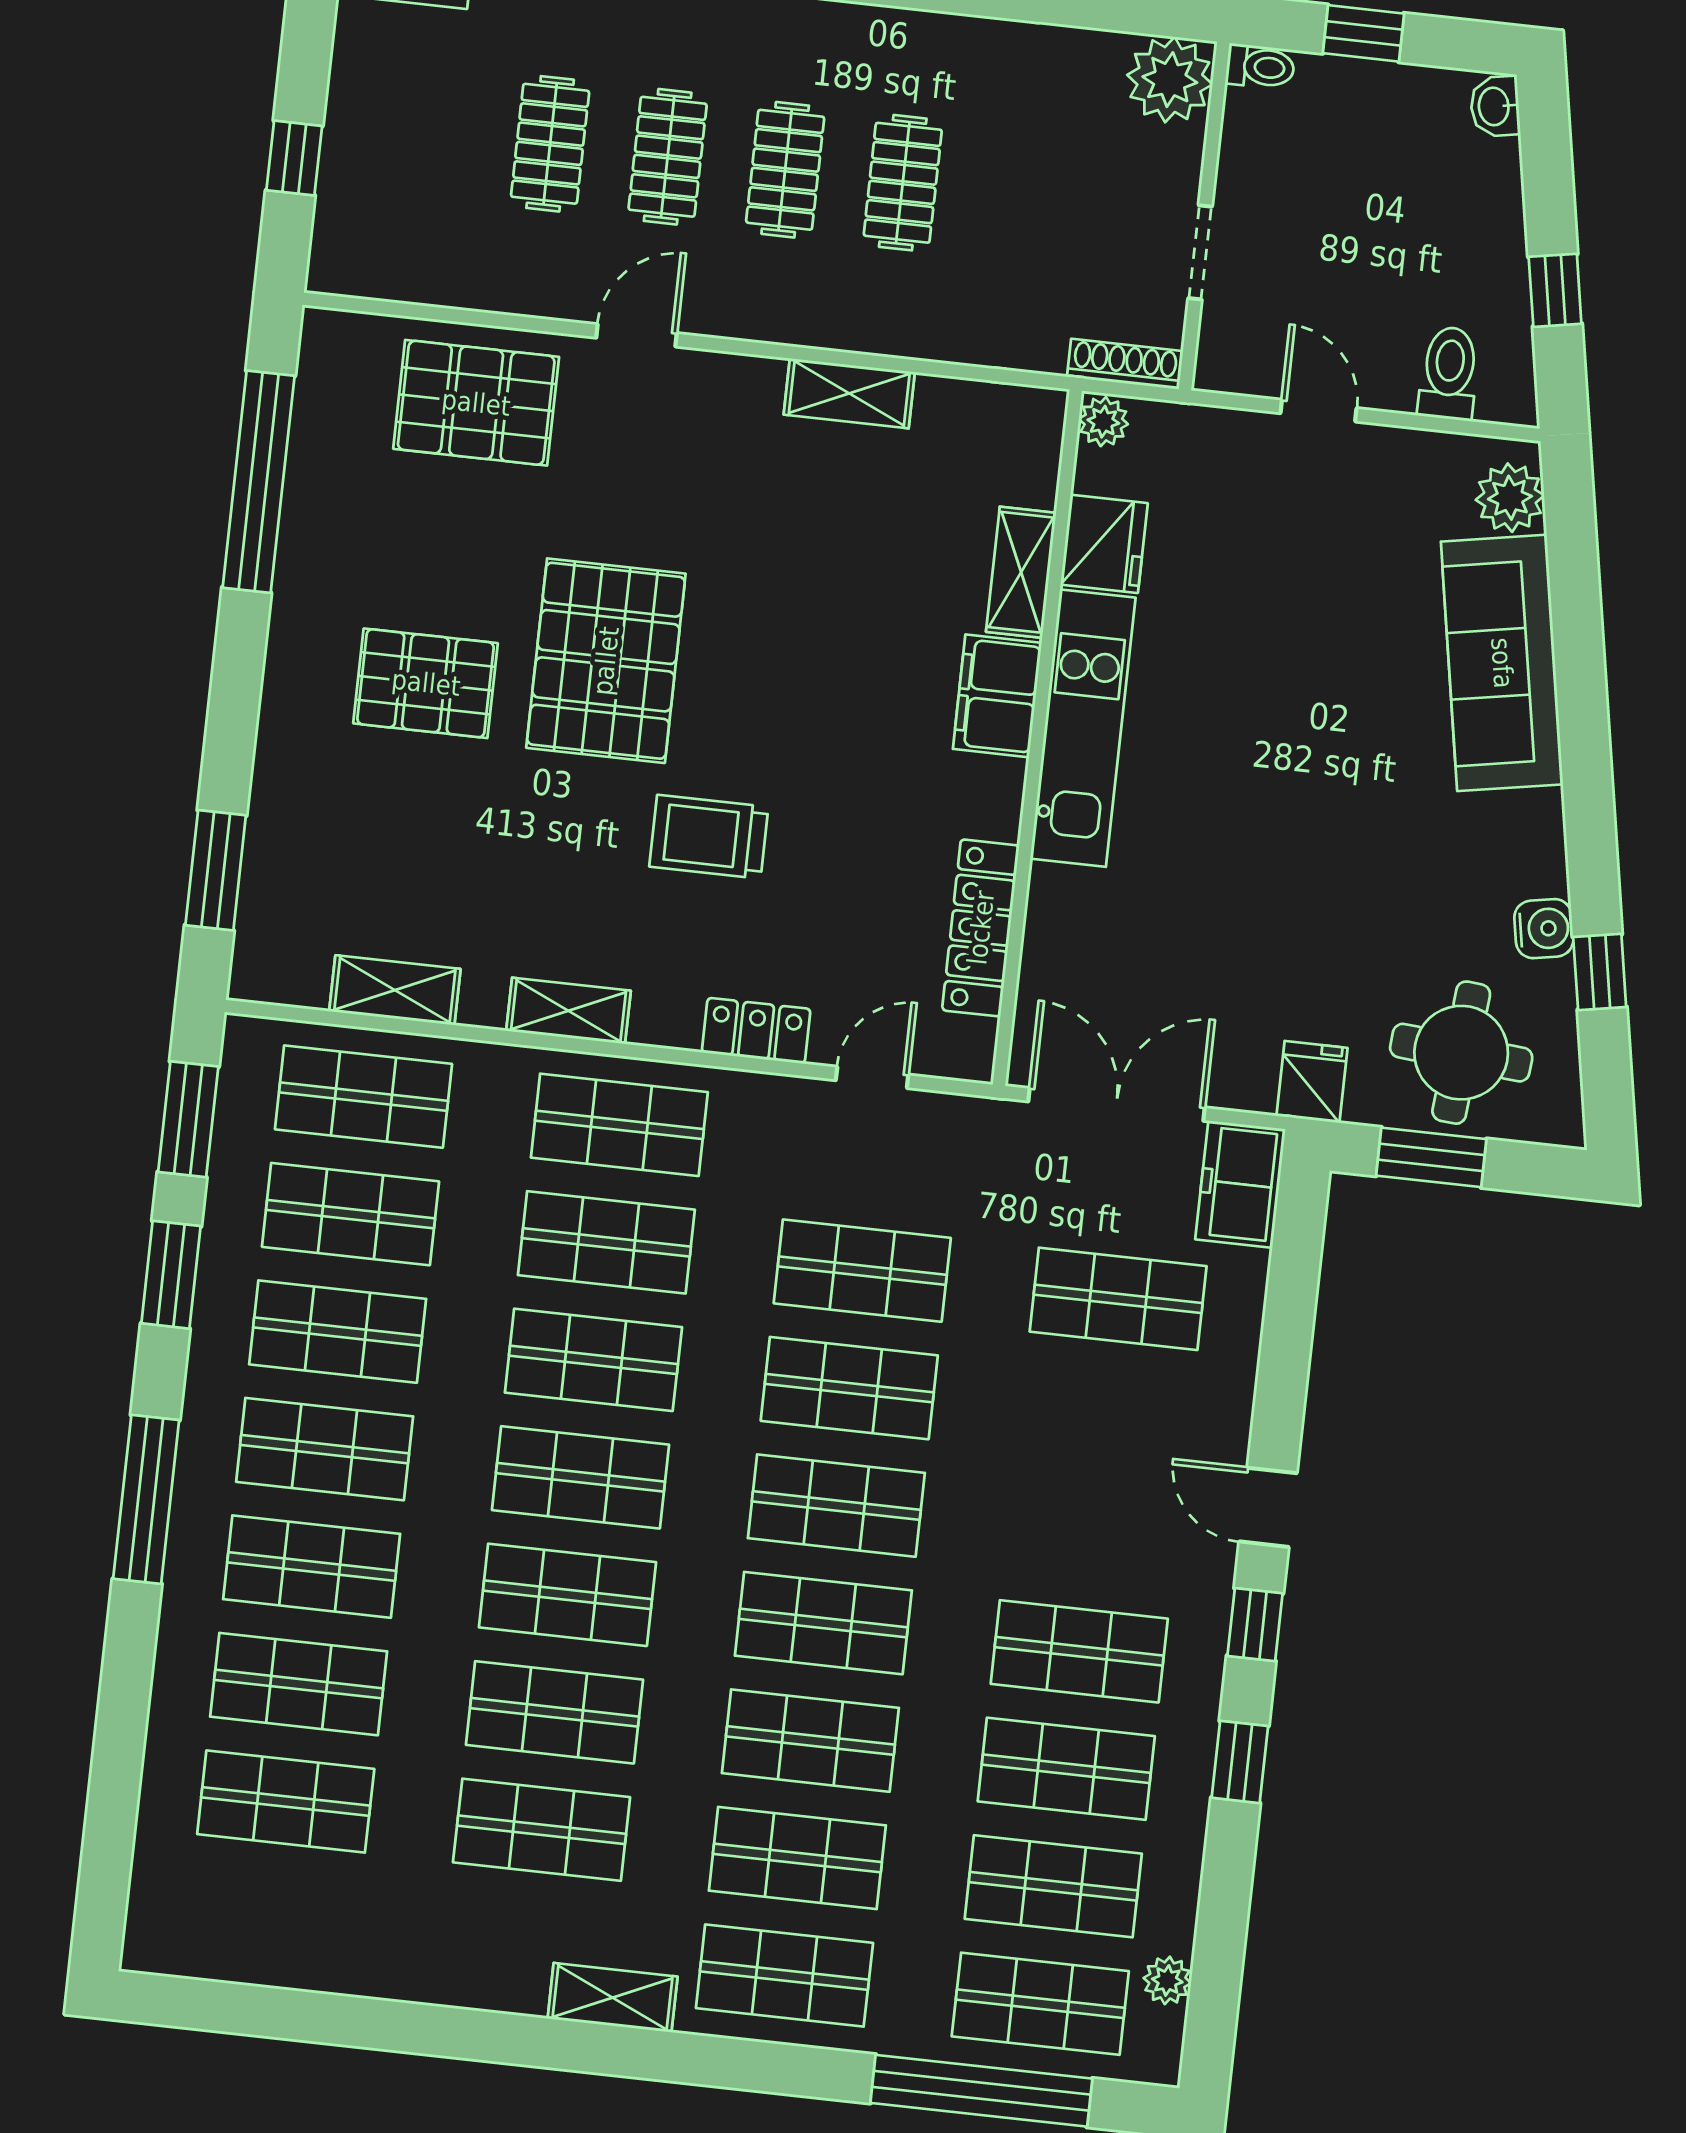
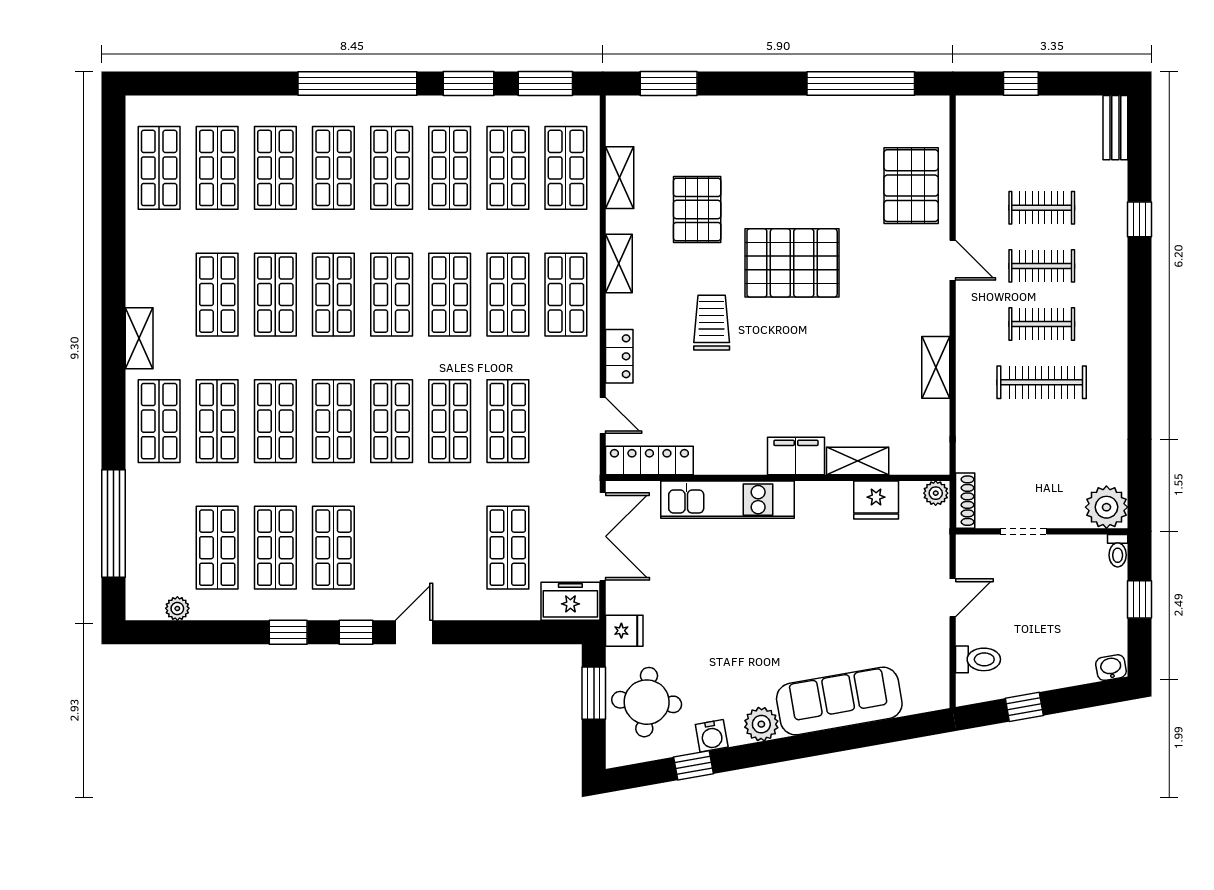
clothes rail: (903, 183) -> (1042, 382), width x1.36
plant: (1510, 498) -> (761, 724), moved
pallet: (426, 683) -> (697, 210), moved
kitchen unit: (1083, 728) -> (727, 500), moved
locker: (981, 928) -> (649, 460), moved
window: (146, 1499) -> (357, 83), width x1.46
shop shelf: (1040, 2004) -> (159, 168), moved

